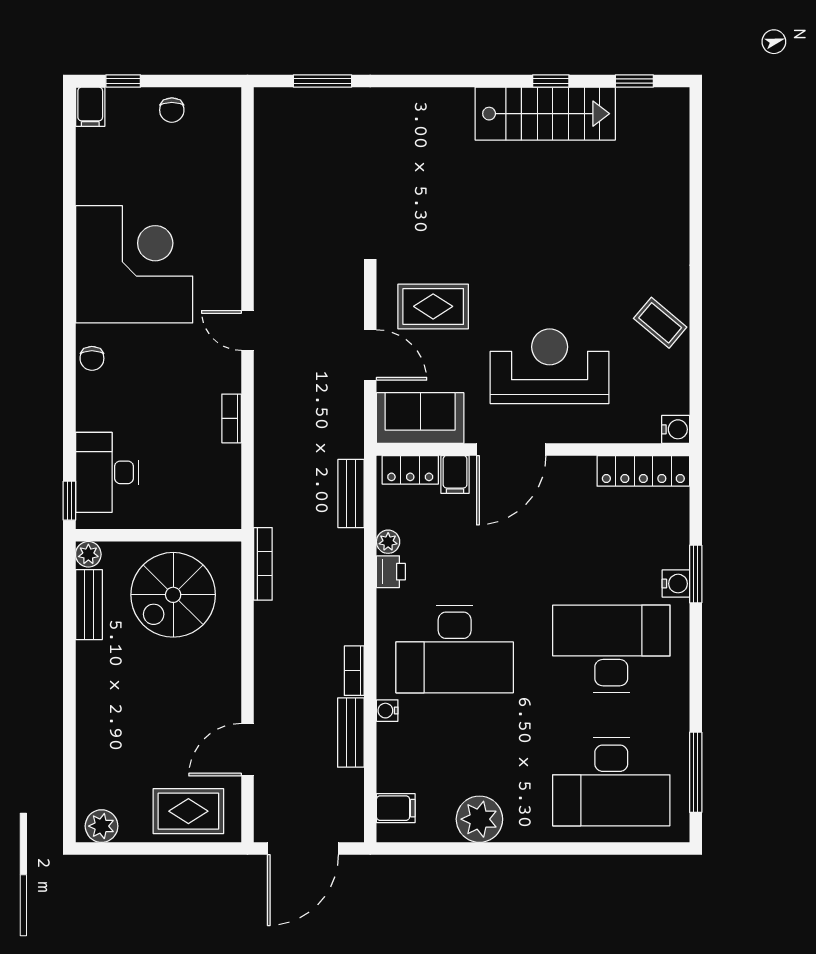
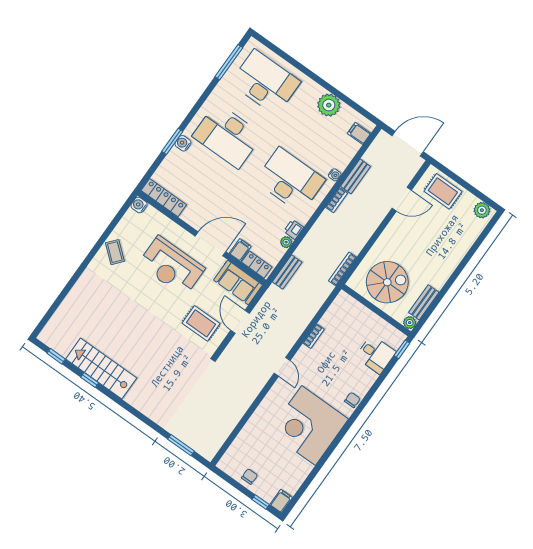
desk: (107, 472) -> (376, 354), width x0.73

